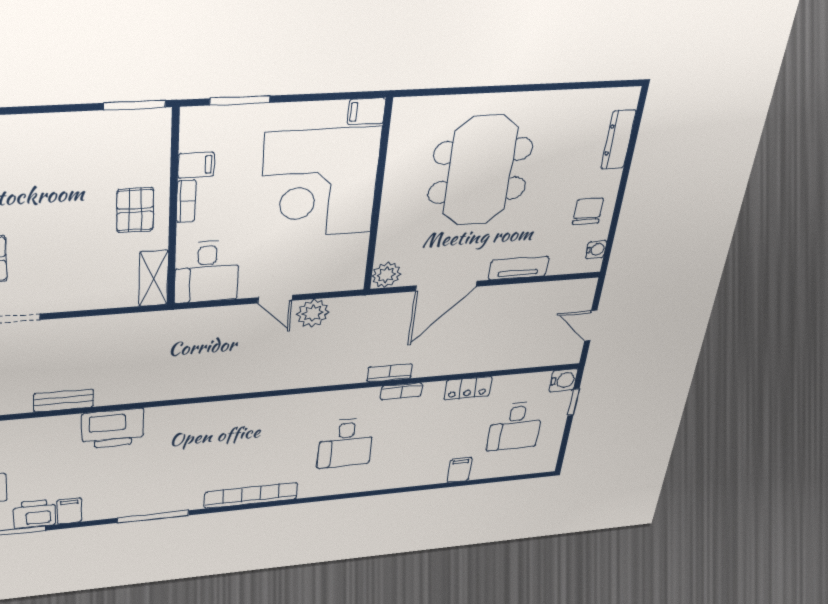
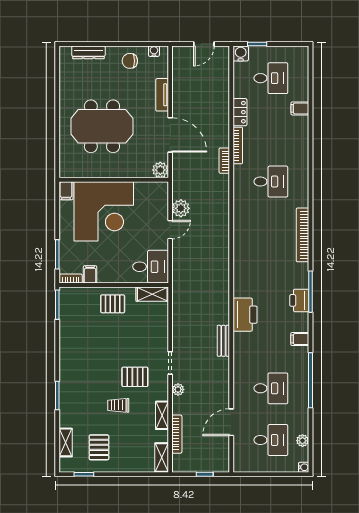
bookcase: (186, 201) -> (71, 279), moved
bookcase: (401, 391) -> (238, 145), width x1.56
printer: (34, 514) -> (299, 300), moved

